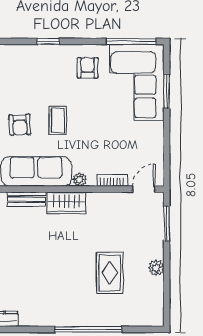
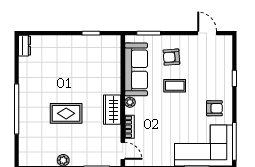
bench: (26, 199) -> (115, 62), removed
wardrobe: (66, 203) -> (112, 110), moved
rug: (110, 273) -> (66, 113), moved

